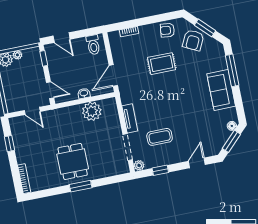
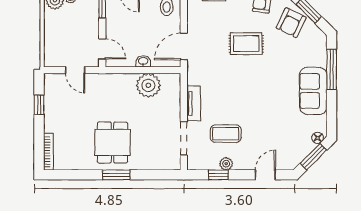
plant: (139, 165) -> (226, 164), moved

